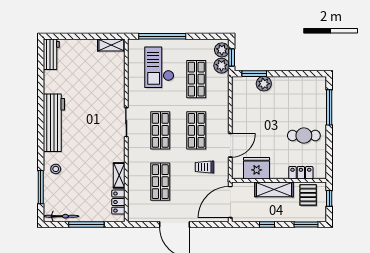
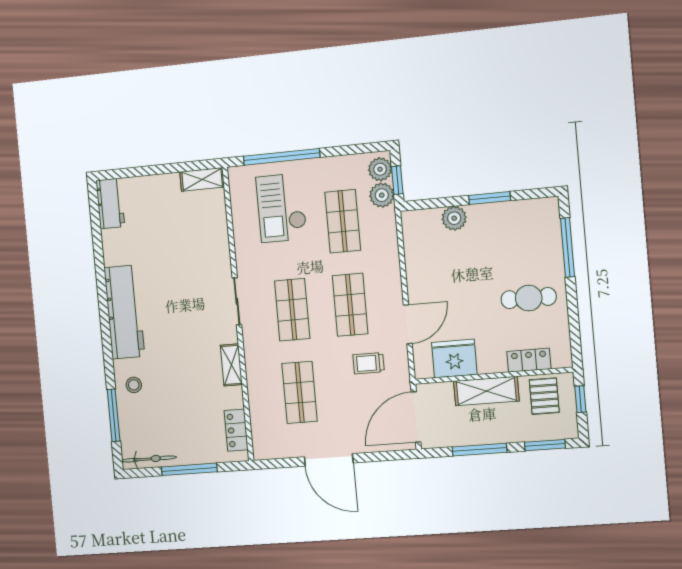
window: (254, 74) -> (490, 198), moved
shelving: (119, 175) -> (231, 365), moved
window: (267, 224) -> (480, 450), width x2.17

